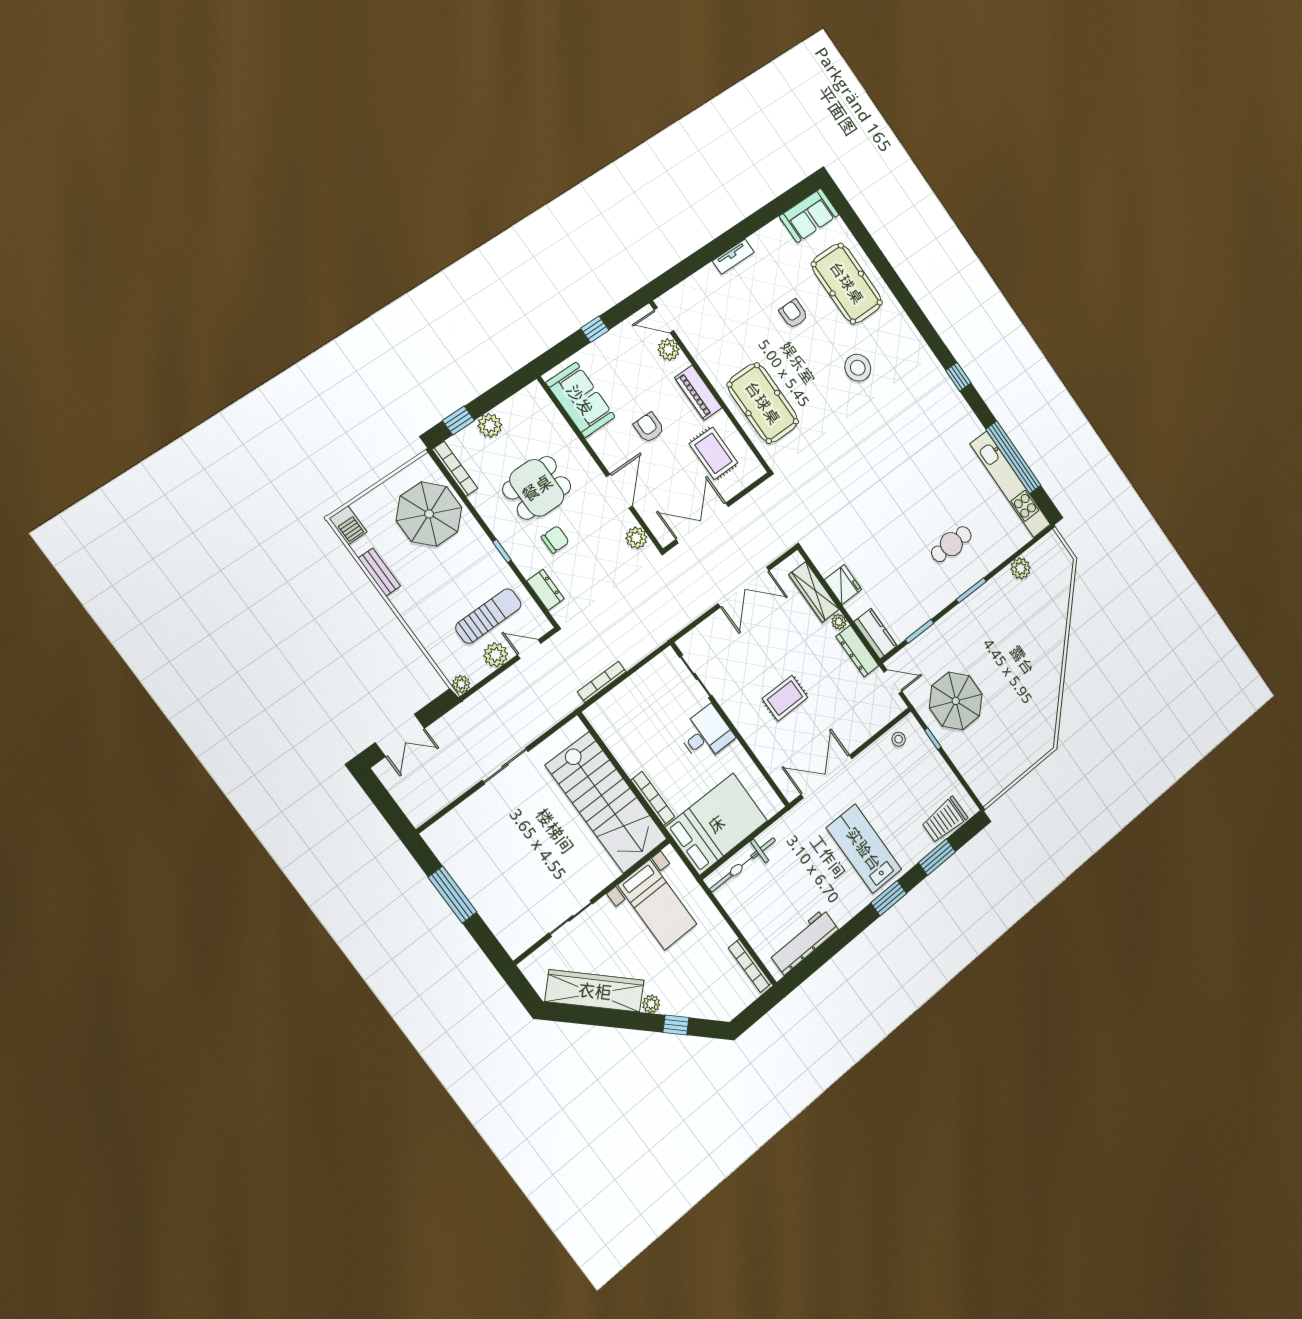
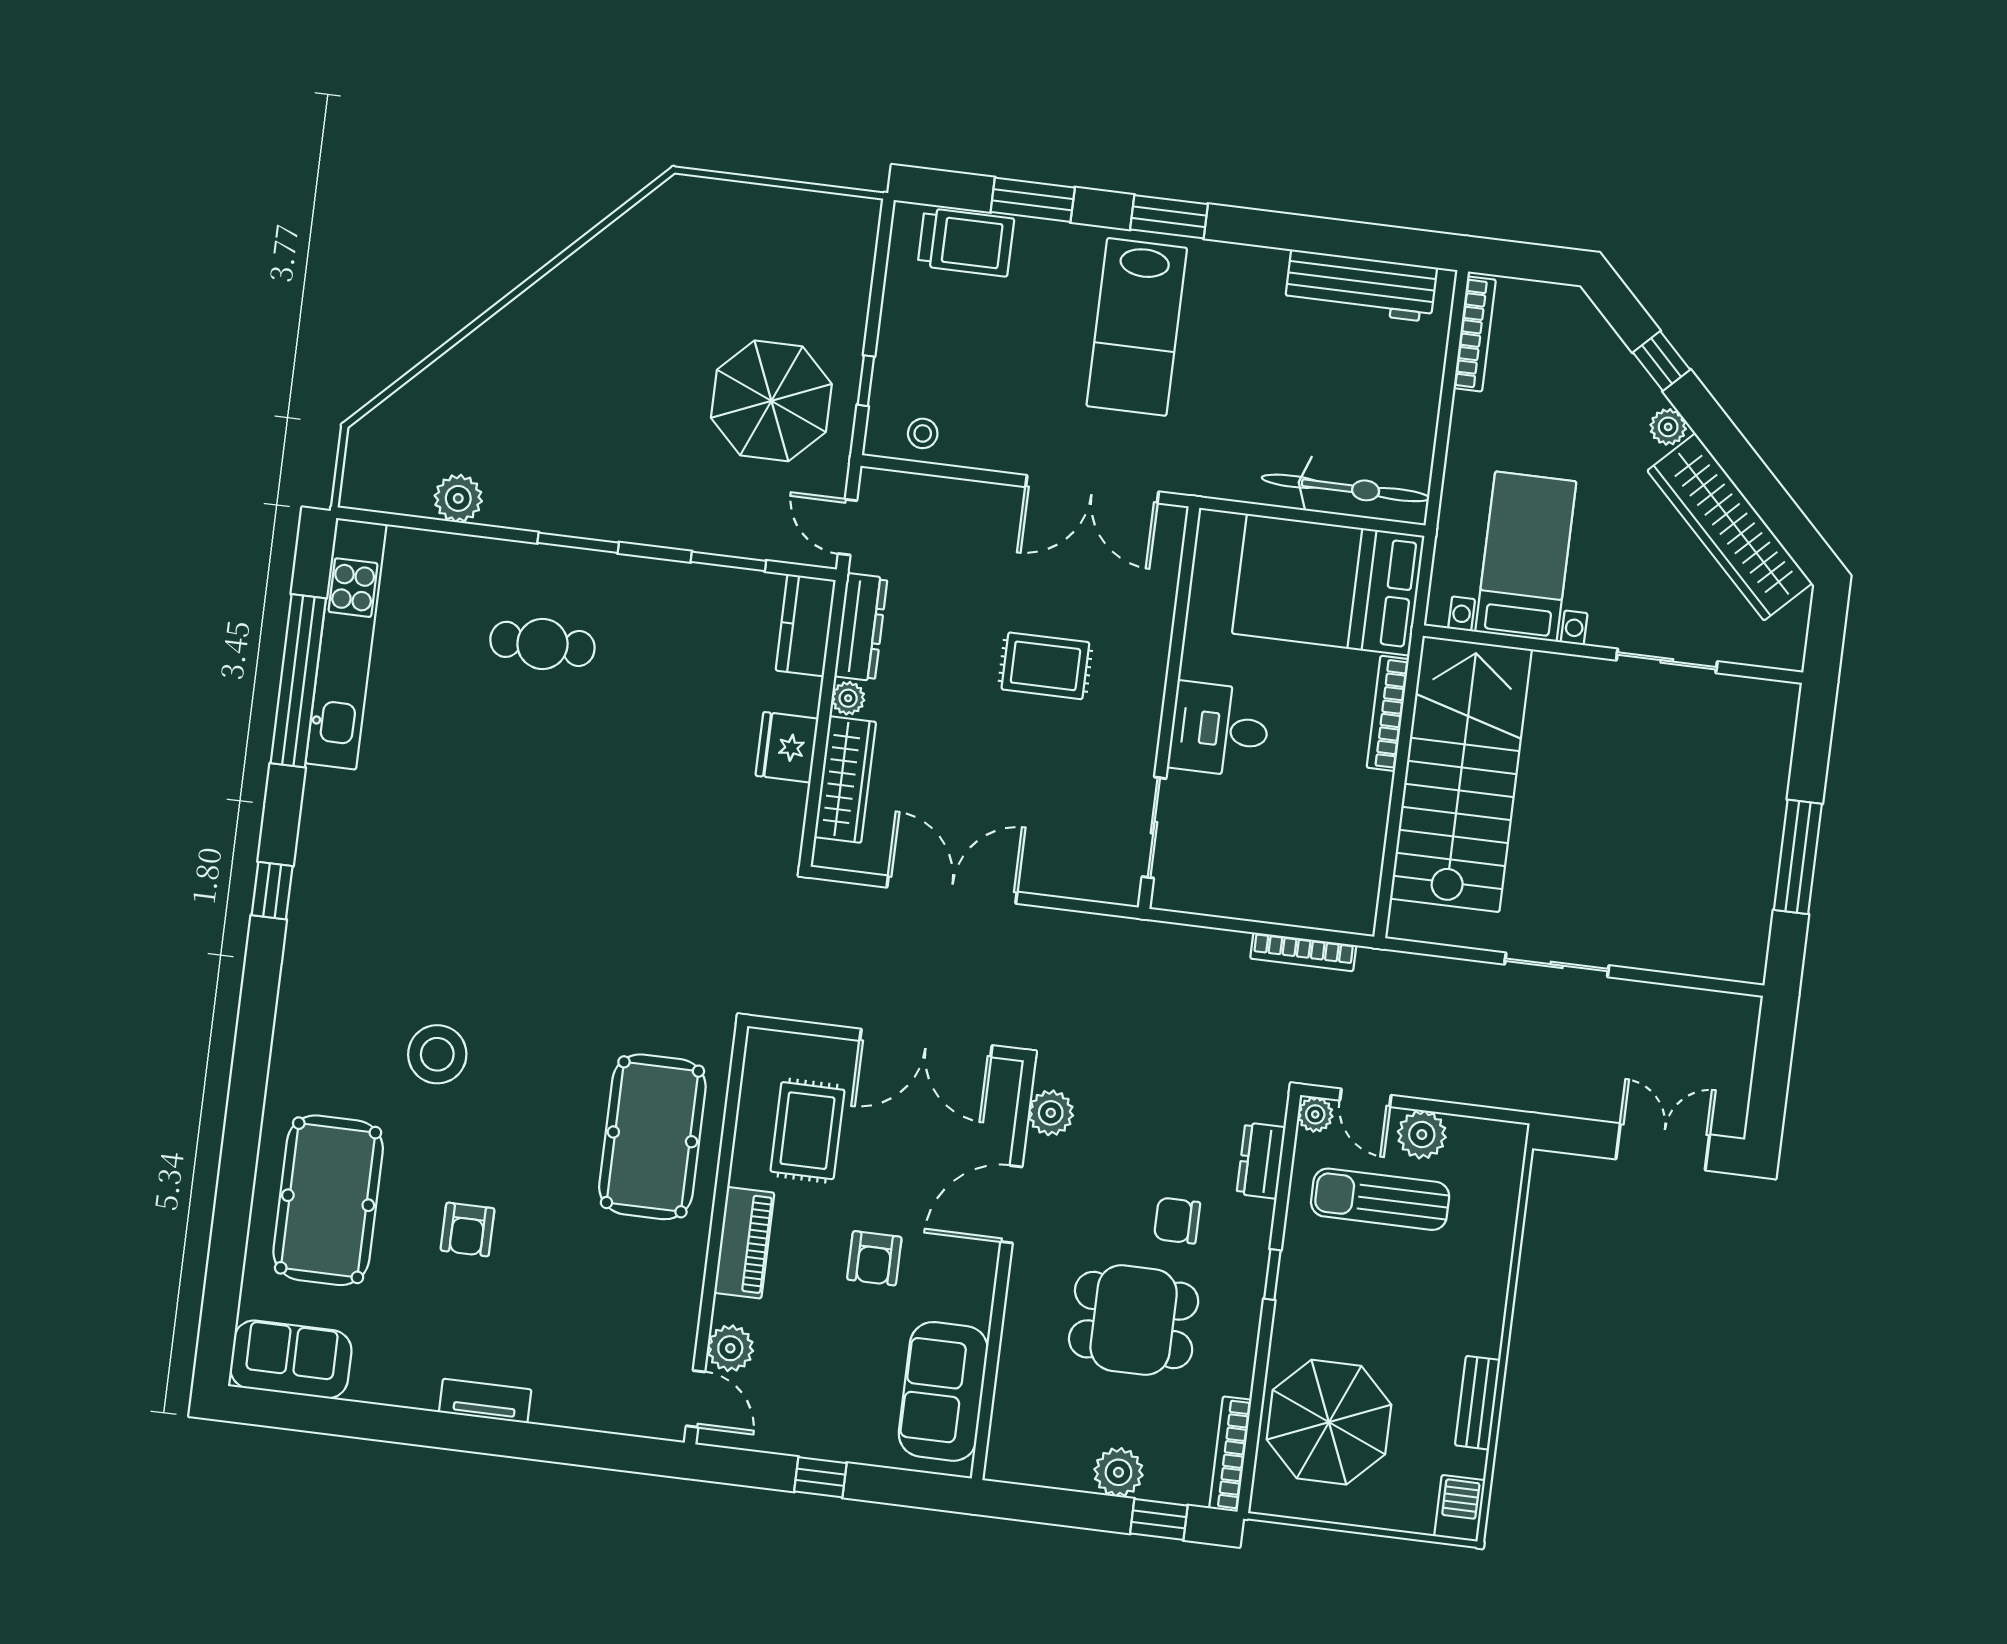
plant: (461, 684) -> (1315, 1114), moved

